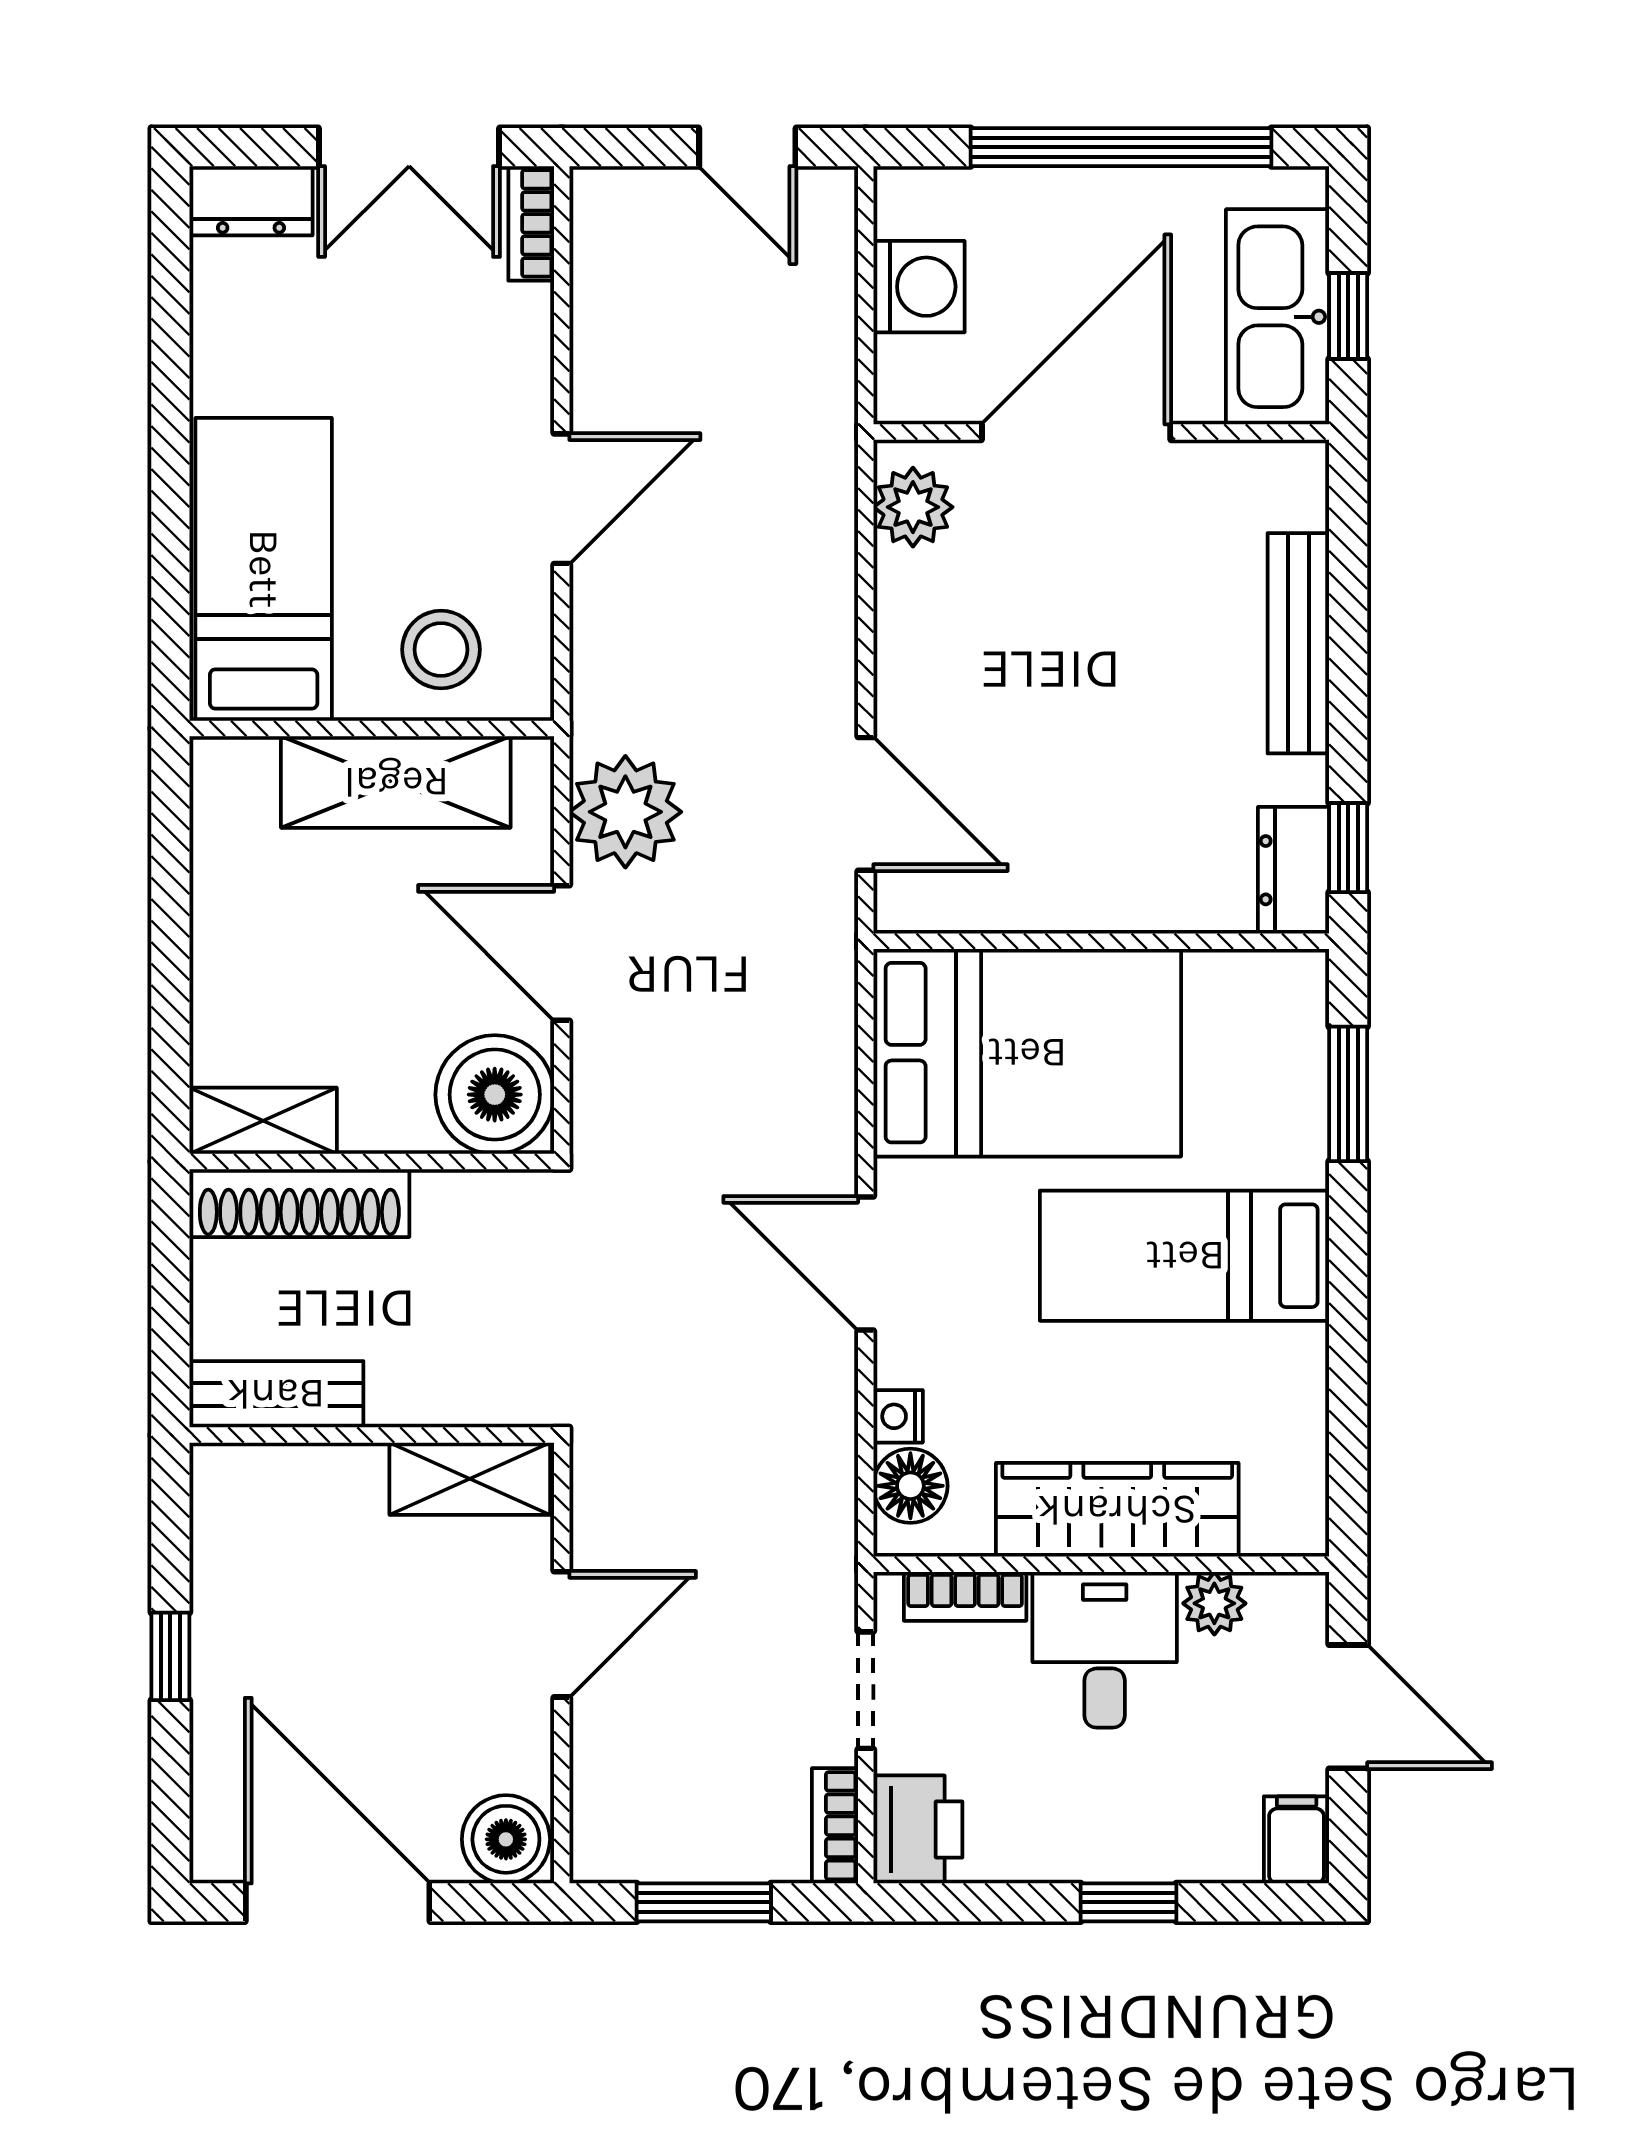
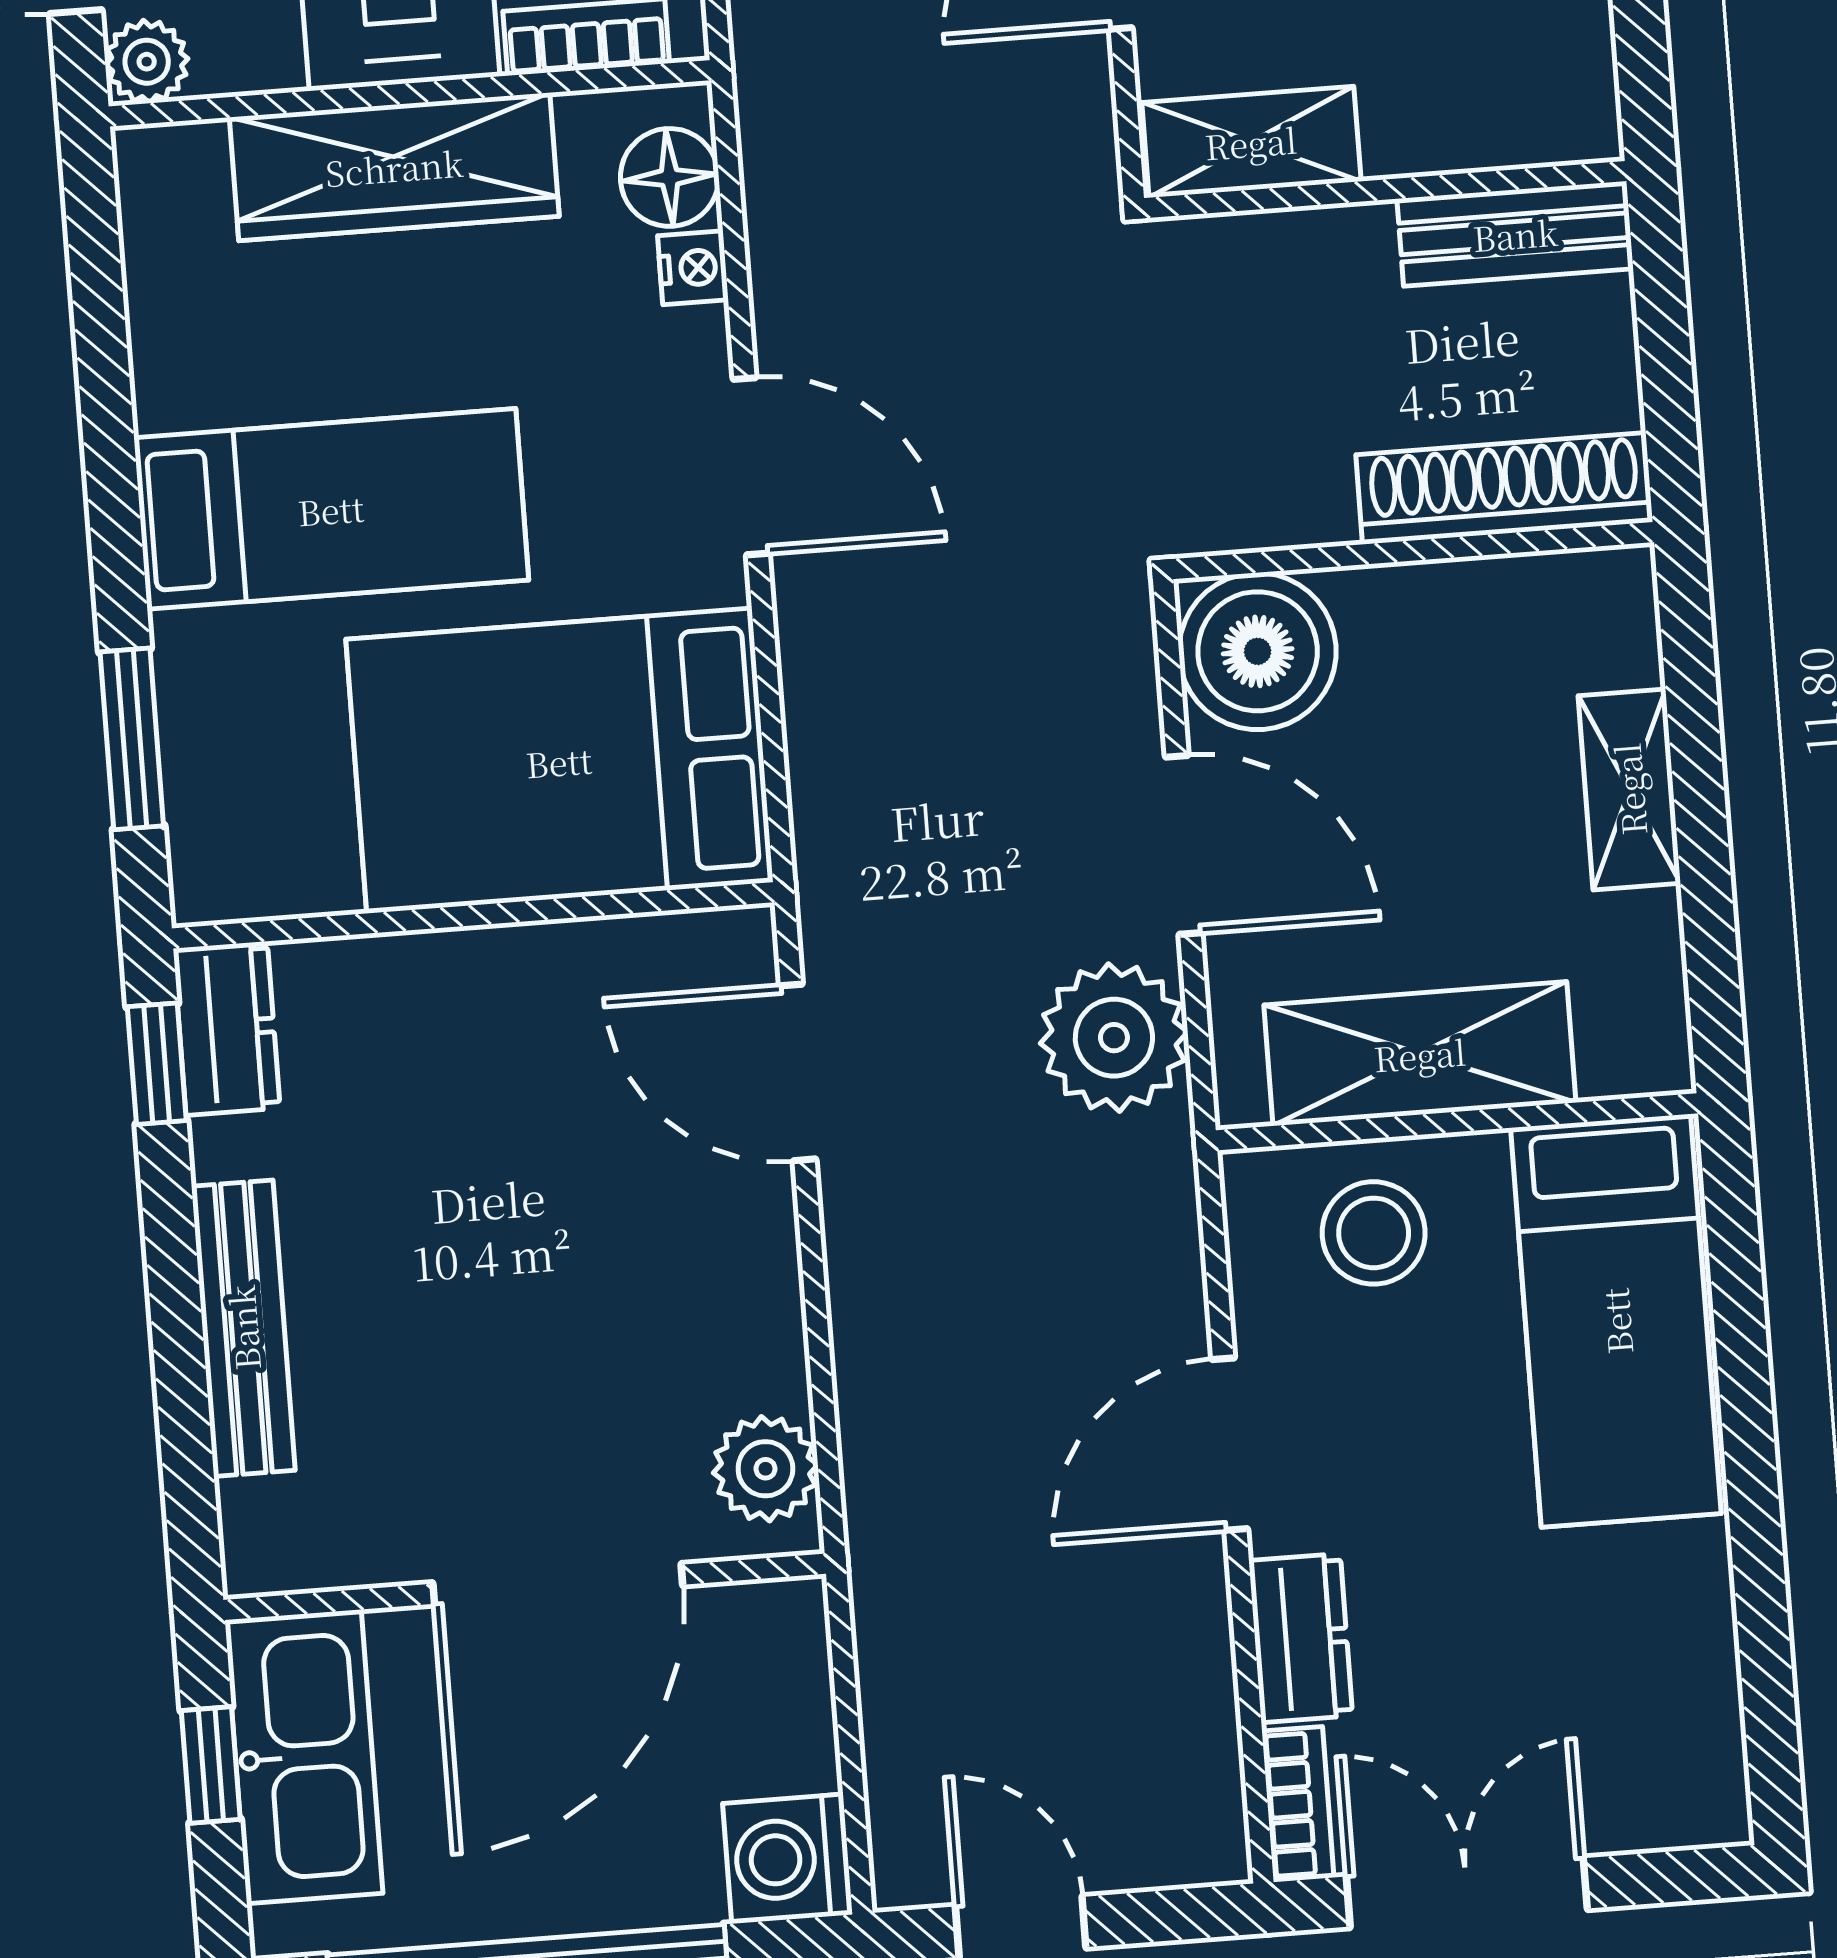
dresser: (251, 201) -> (1301, 1638), moved, turned 90
washing machine: (919, 287) -> (788, 1859), moved
shelving: (263, 1121) -> (1629, 789), moved, turned 90
plant: (1214, 1603) -> (147, 62), moved

